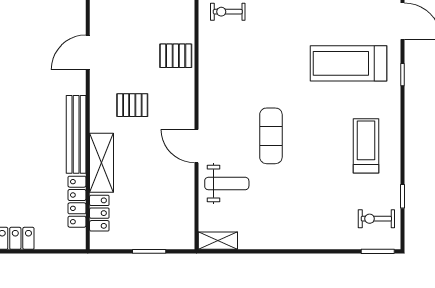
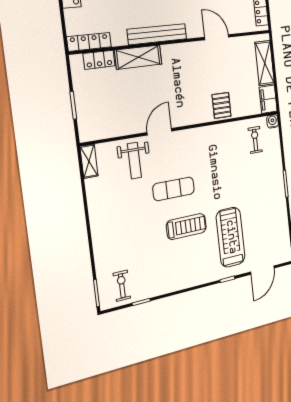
pallet: (132, 105) -> (183, 77), removed
treadmill: (366, 146) -> (186, 226), moved
locker: (77, 202) -> (89, 42), moved

